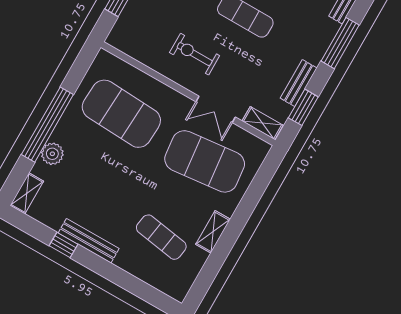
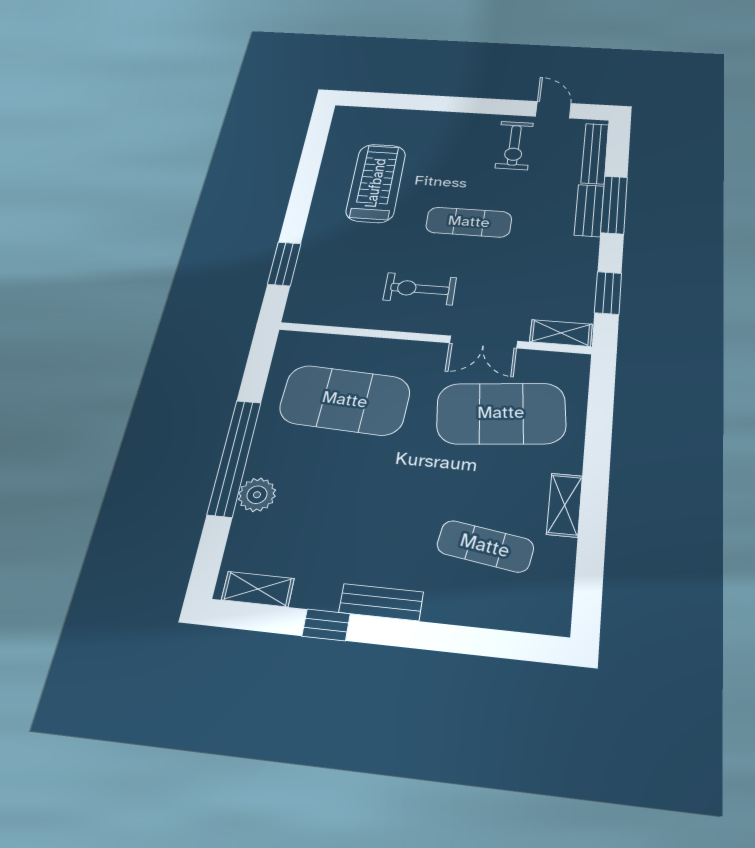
bench: (299, 83) -> (589, 210), moved
shelving: (27, 193) -> (258, 589), moved, turned 90
bench: (89, 241) -> (381, 602), width x0.73

